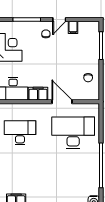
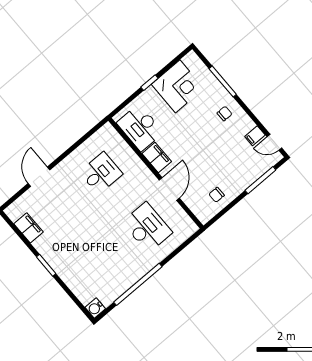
door: (59, 20) -> (274, 142), moved
desk: (20, 133) -> (101, 173), width x0.73
desk: (73, 133) -> (147, 227), width x0.73, depth x0.77

